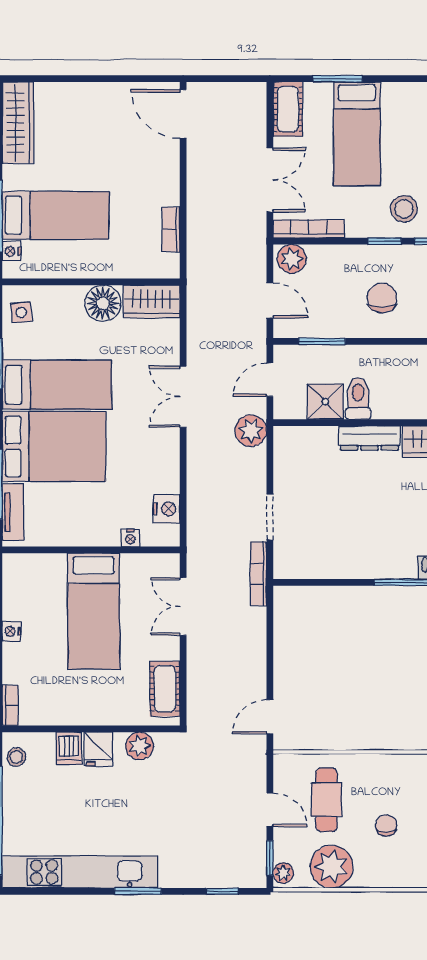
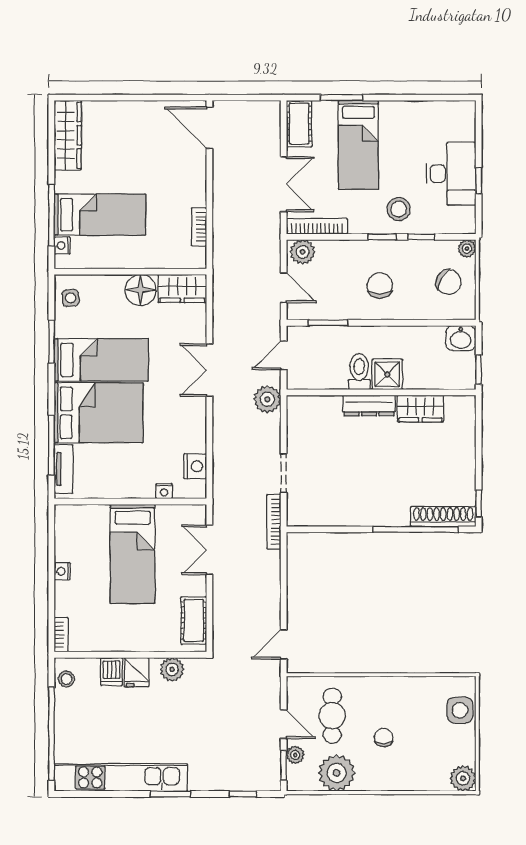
shower: (325, 402) -> (387, 374), moved
plant: (283, 873) -> (295, 755), moved

